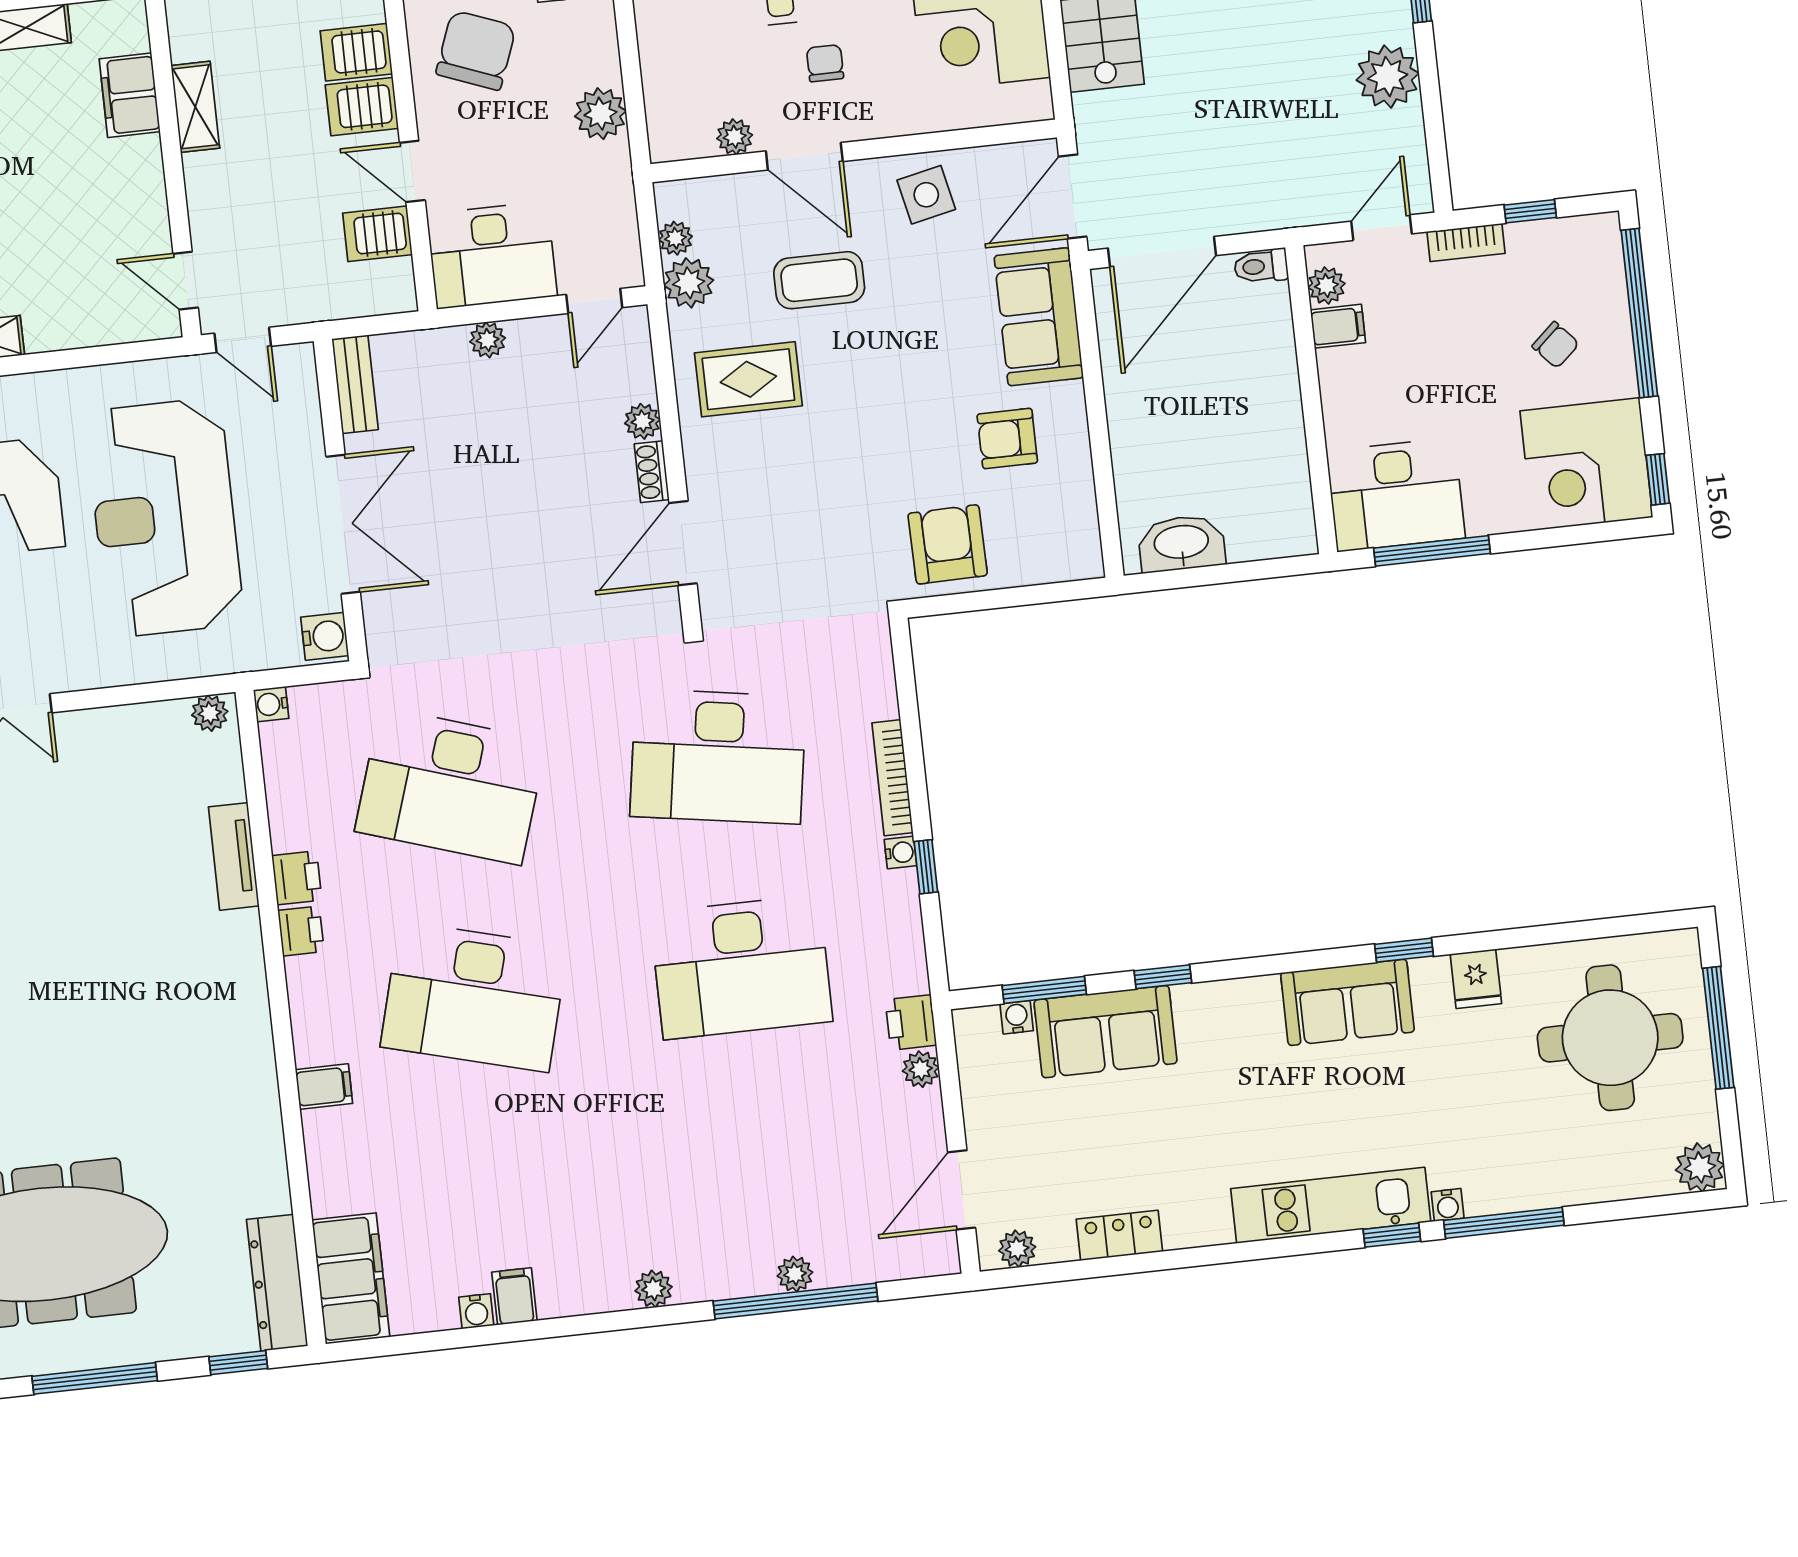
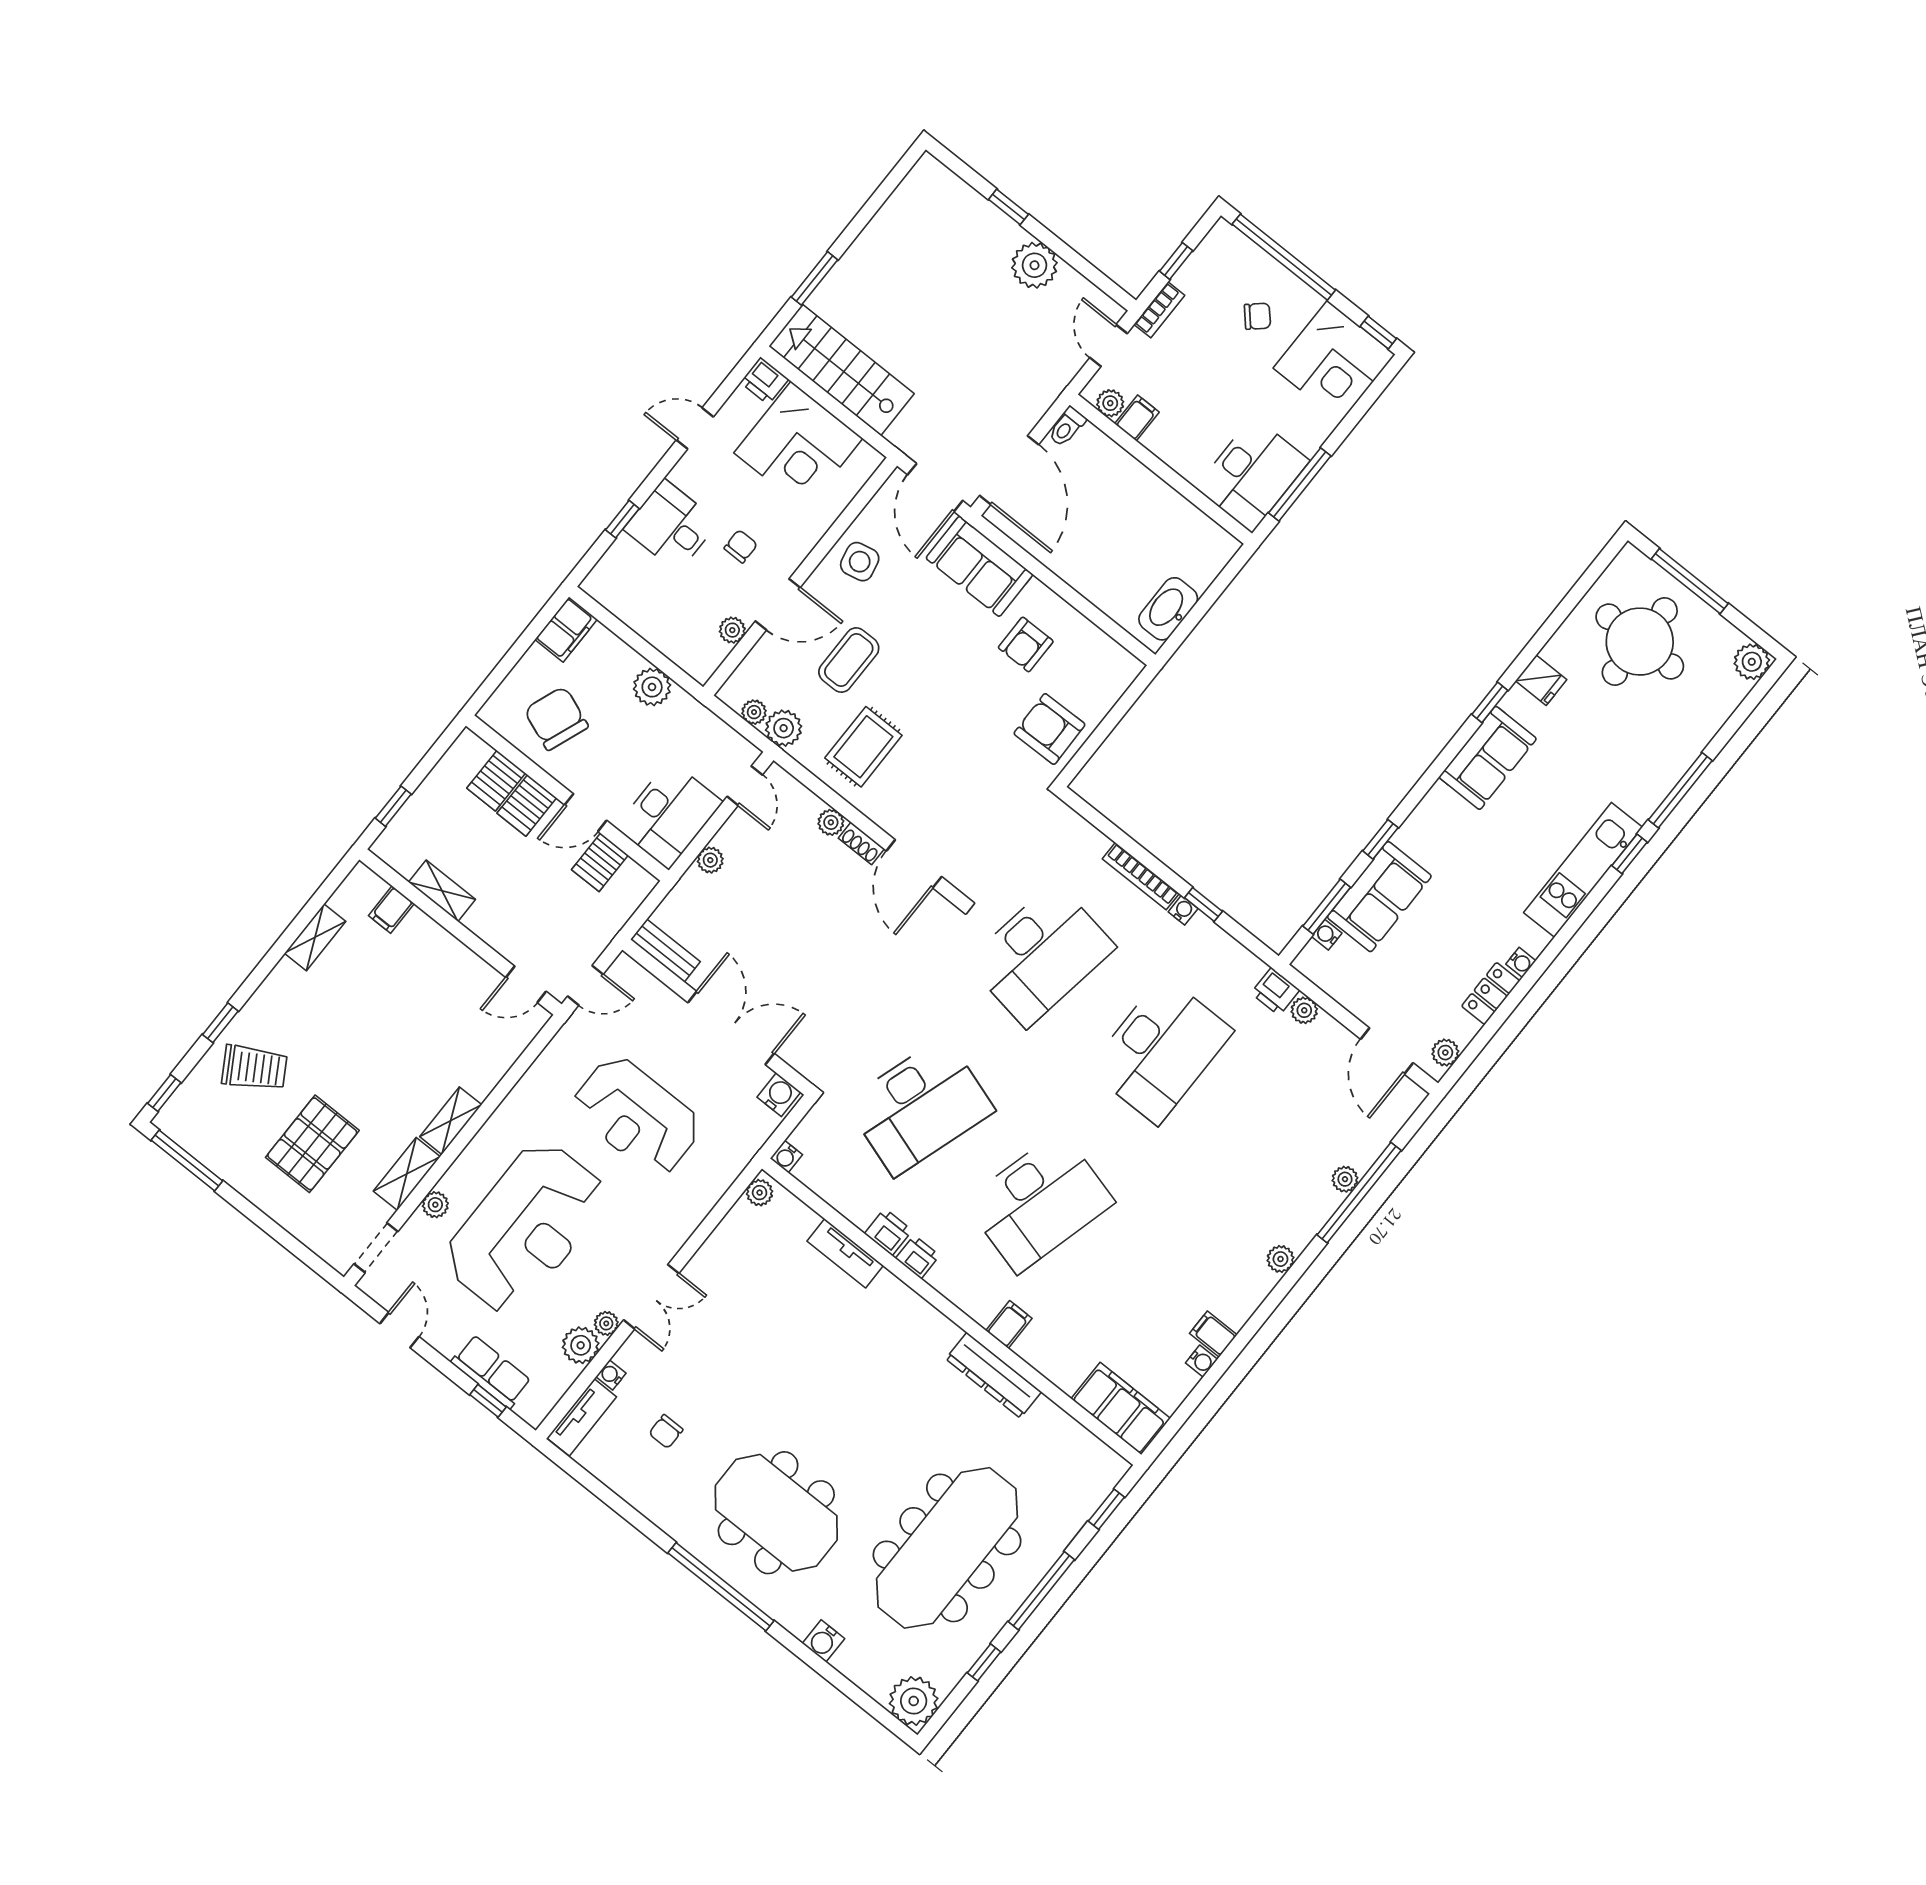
chair: (825, 63) -> (741, 546), turned 90
filing cabinet: (130, 95) -> (391, 910), width x0.50
reception desk: (165, 518) -> (637, 1116), width x0.74, depth x0.77
water cooler: (1448, 1205) -> (1521, 962), moved
dresser: (277, 1283) -> (994, 1375), moved

